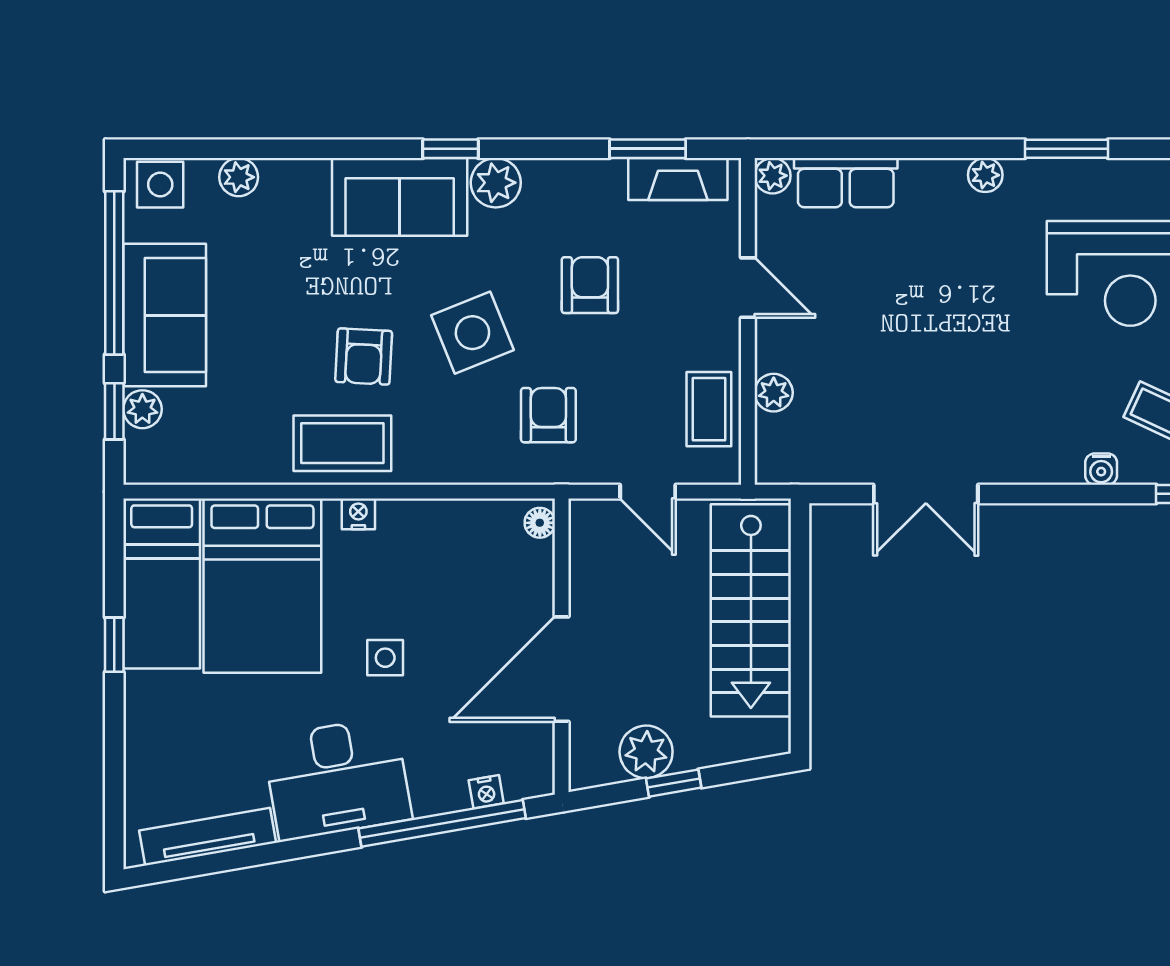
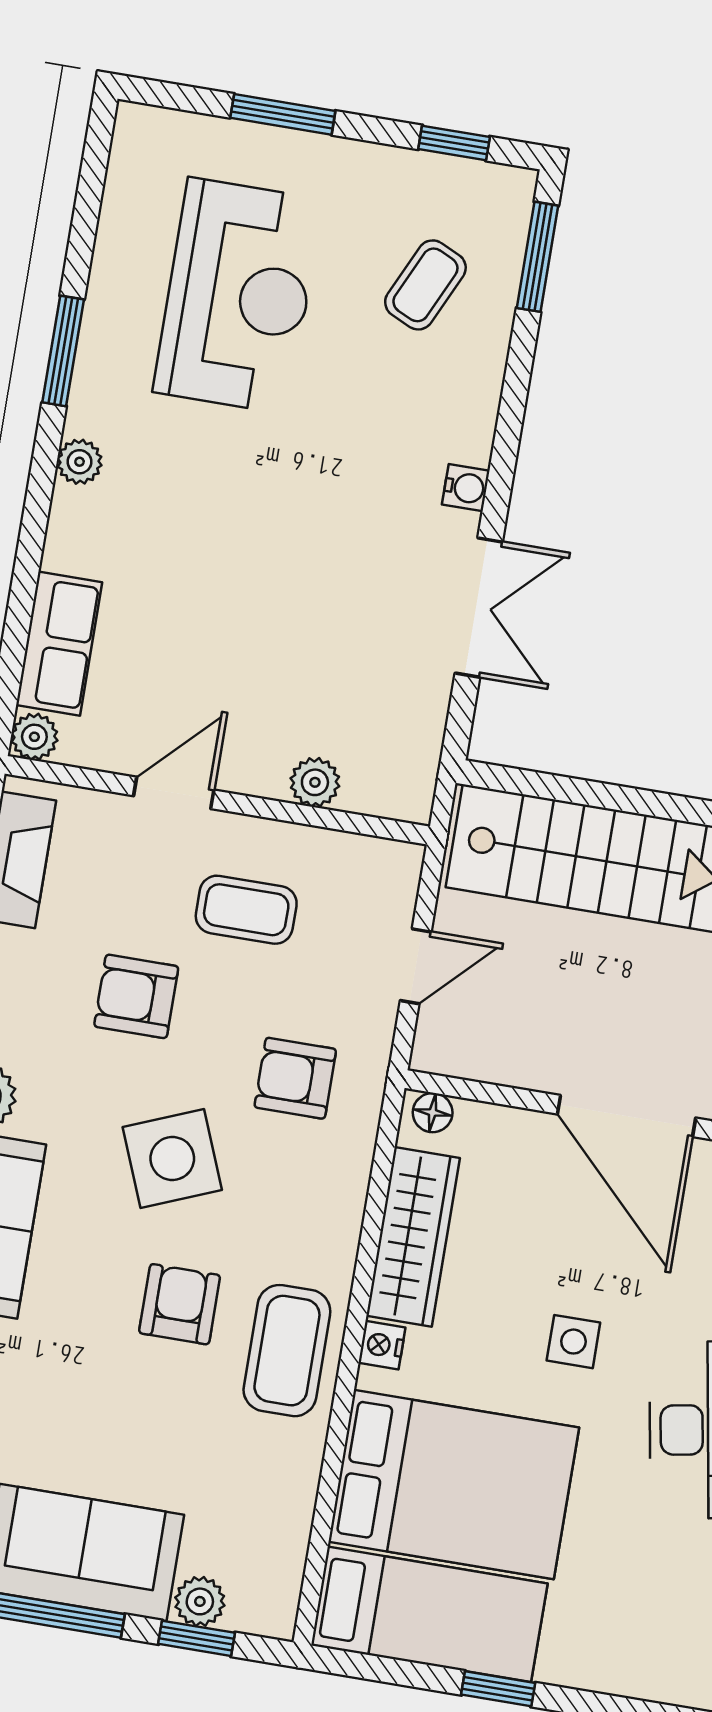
armchair: (364, 356) -> (180, 1304), turned -93
coffee table: (709, 409) -> (246, 910), moved
water cooler: (1101, 469) -> (466, 488), moved
wardrobe: (444, 524) -> (413, 1237), added

